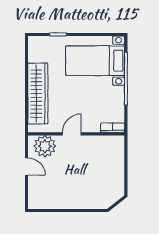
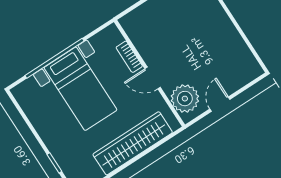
bed with nightstands: (95, 61) -> (81, 89), moved
bookcase: (113, 128) -> (129, 57), moved

